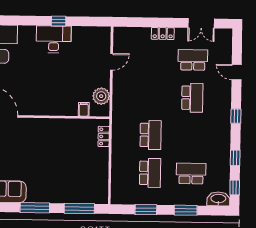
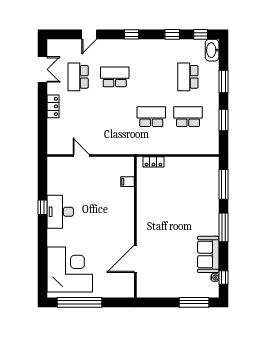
plant: (101, 96) -> (114, 165), removed

